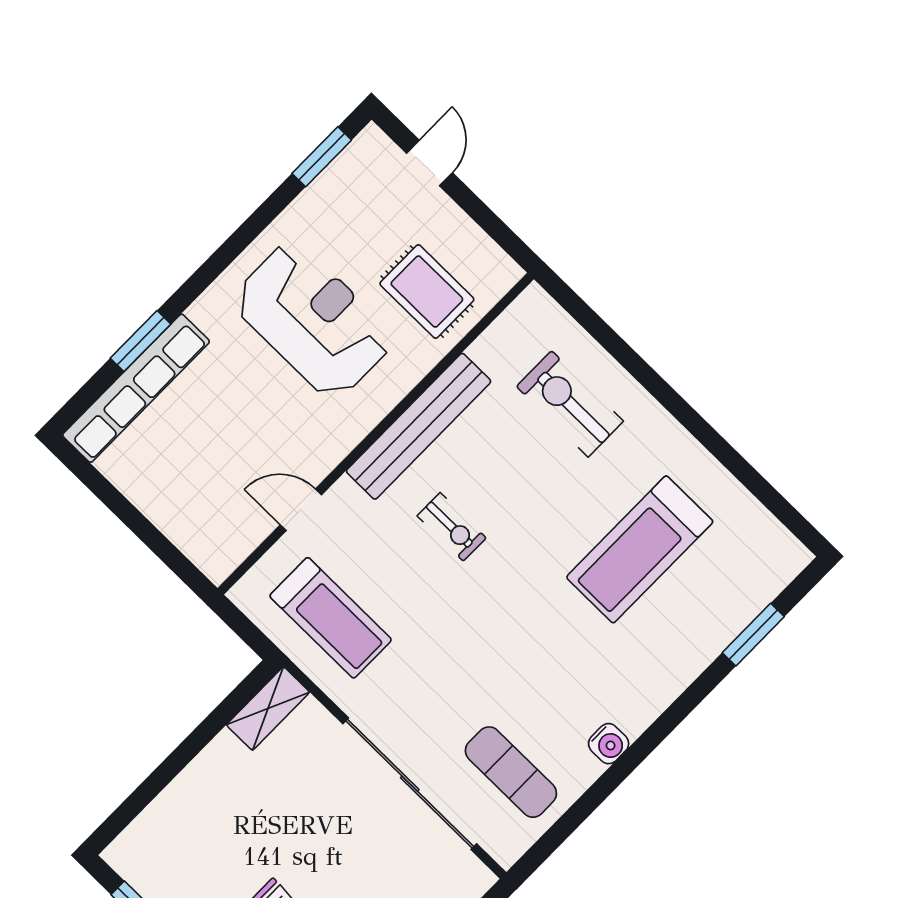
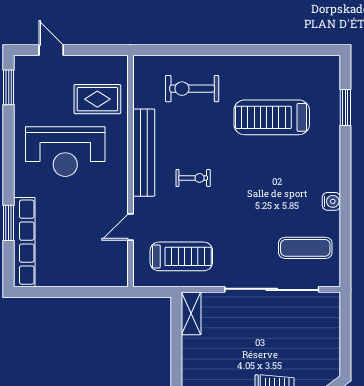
reception desk: (313, 320) -> (65, 152), turned 180
treadmill: (640, 549) -> (272, 117), turned 90

